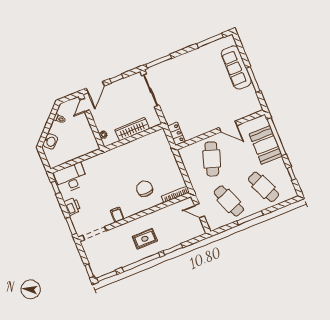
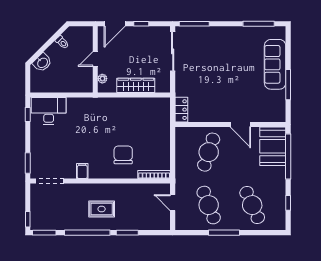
door: (85, 105) -> (95, 59), moved
booth: (266, 145) -> (273, 146), moved
printer: (72, 206) -> (38, 142), removed

